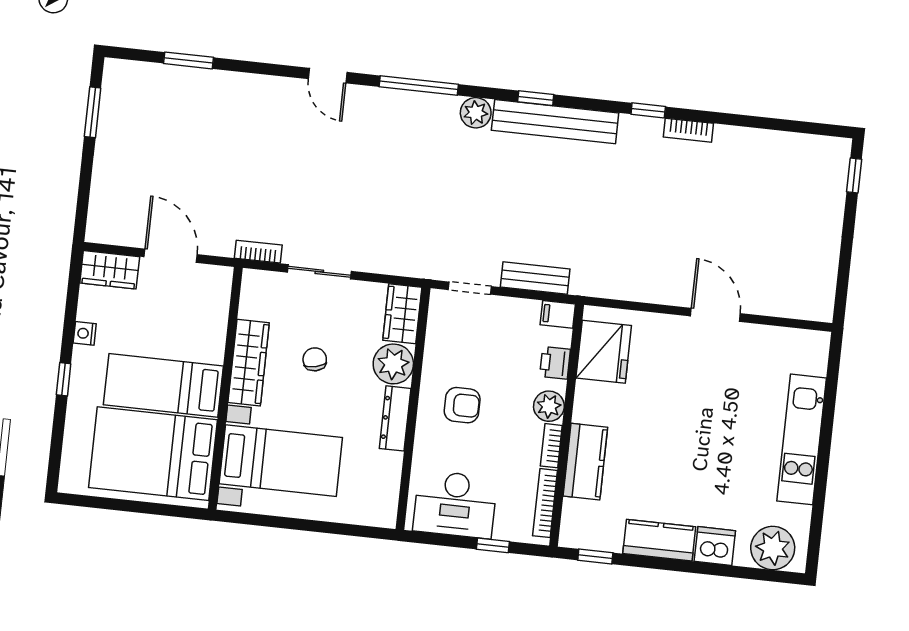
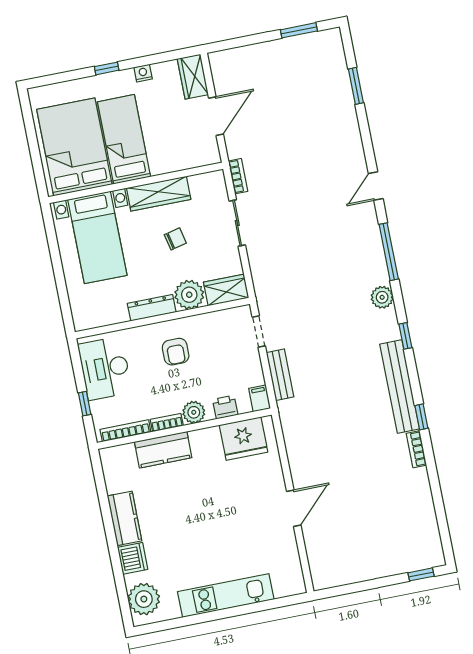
bench: (555, 122) -> (400, 387), moved
window: (595, 556) -> (99, 477), removed

